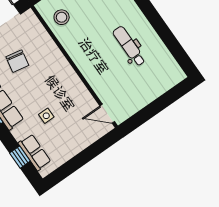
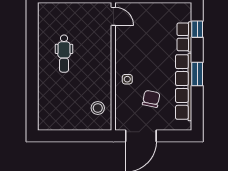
side table: (46, 116) -> (127, 79), moved
row of seats: (35, 152) -> (184, 37), moved

